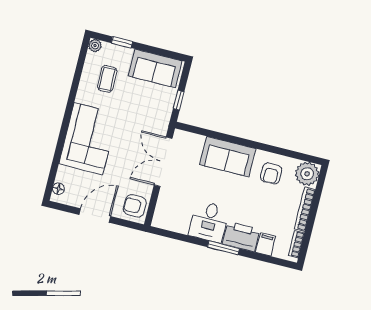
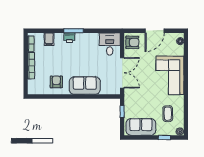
plant: (307, 174) -> (35, 87), removed
desk: (209, 222) -> (110, 44), moved
printer: (241, 237) -> (69, 38), width x0.53, depth x0.68

